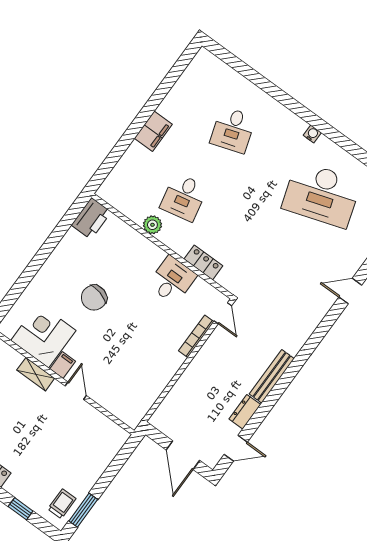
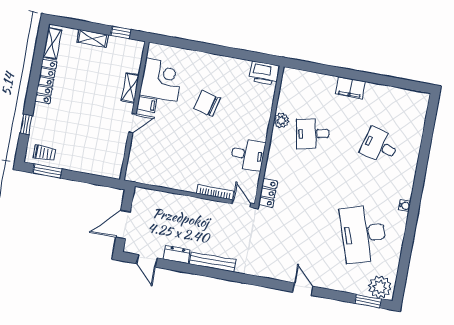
desk: (233, 130) -> (380, 146), turned 33
locker: (203, 262) -> (268, 193), moved
door: (223, 313) -> (241, 204), swing flipped

